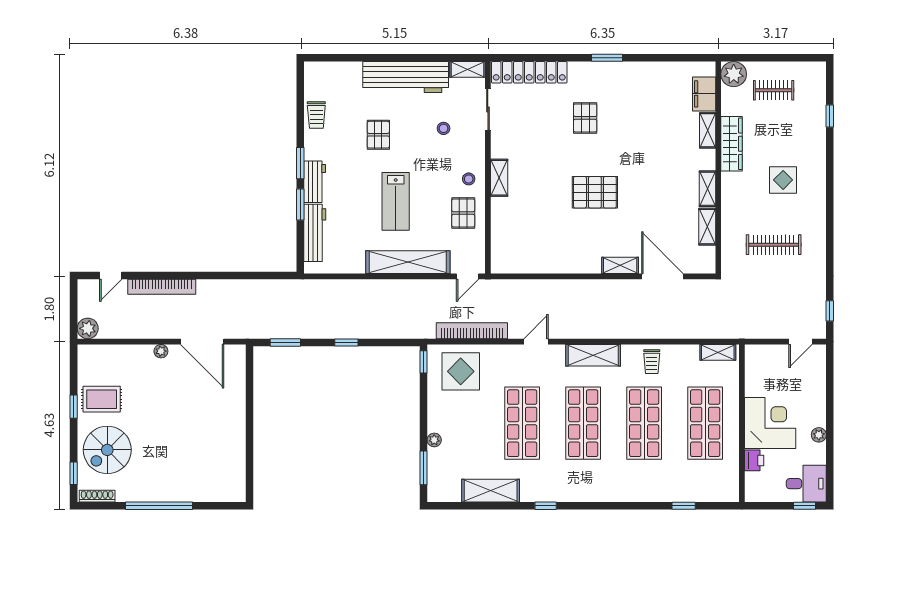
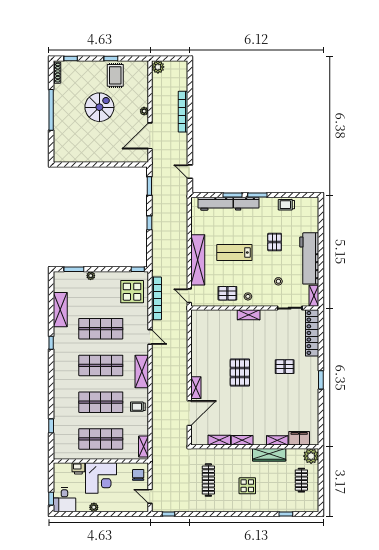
pallet: (378, 135) -> (275, 242), turned 90
door: (111, 275) -> (190, 172), moved
chair: (765, 361) -> (138, 475), added
spiral stairs: (107, 450) -> (99, 107), moved, turned 90

